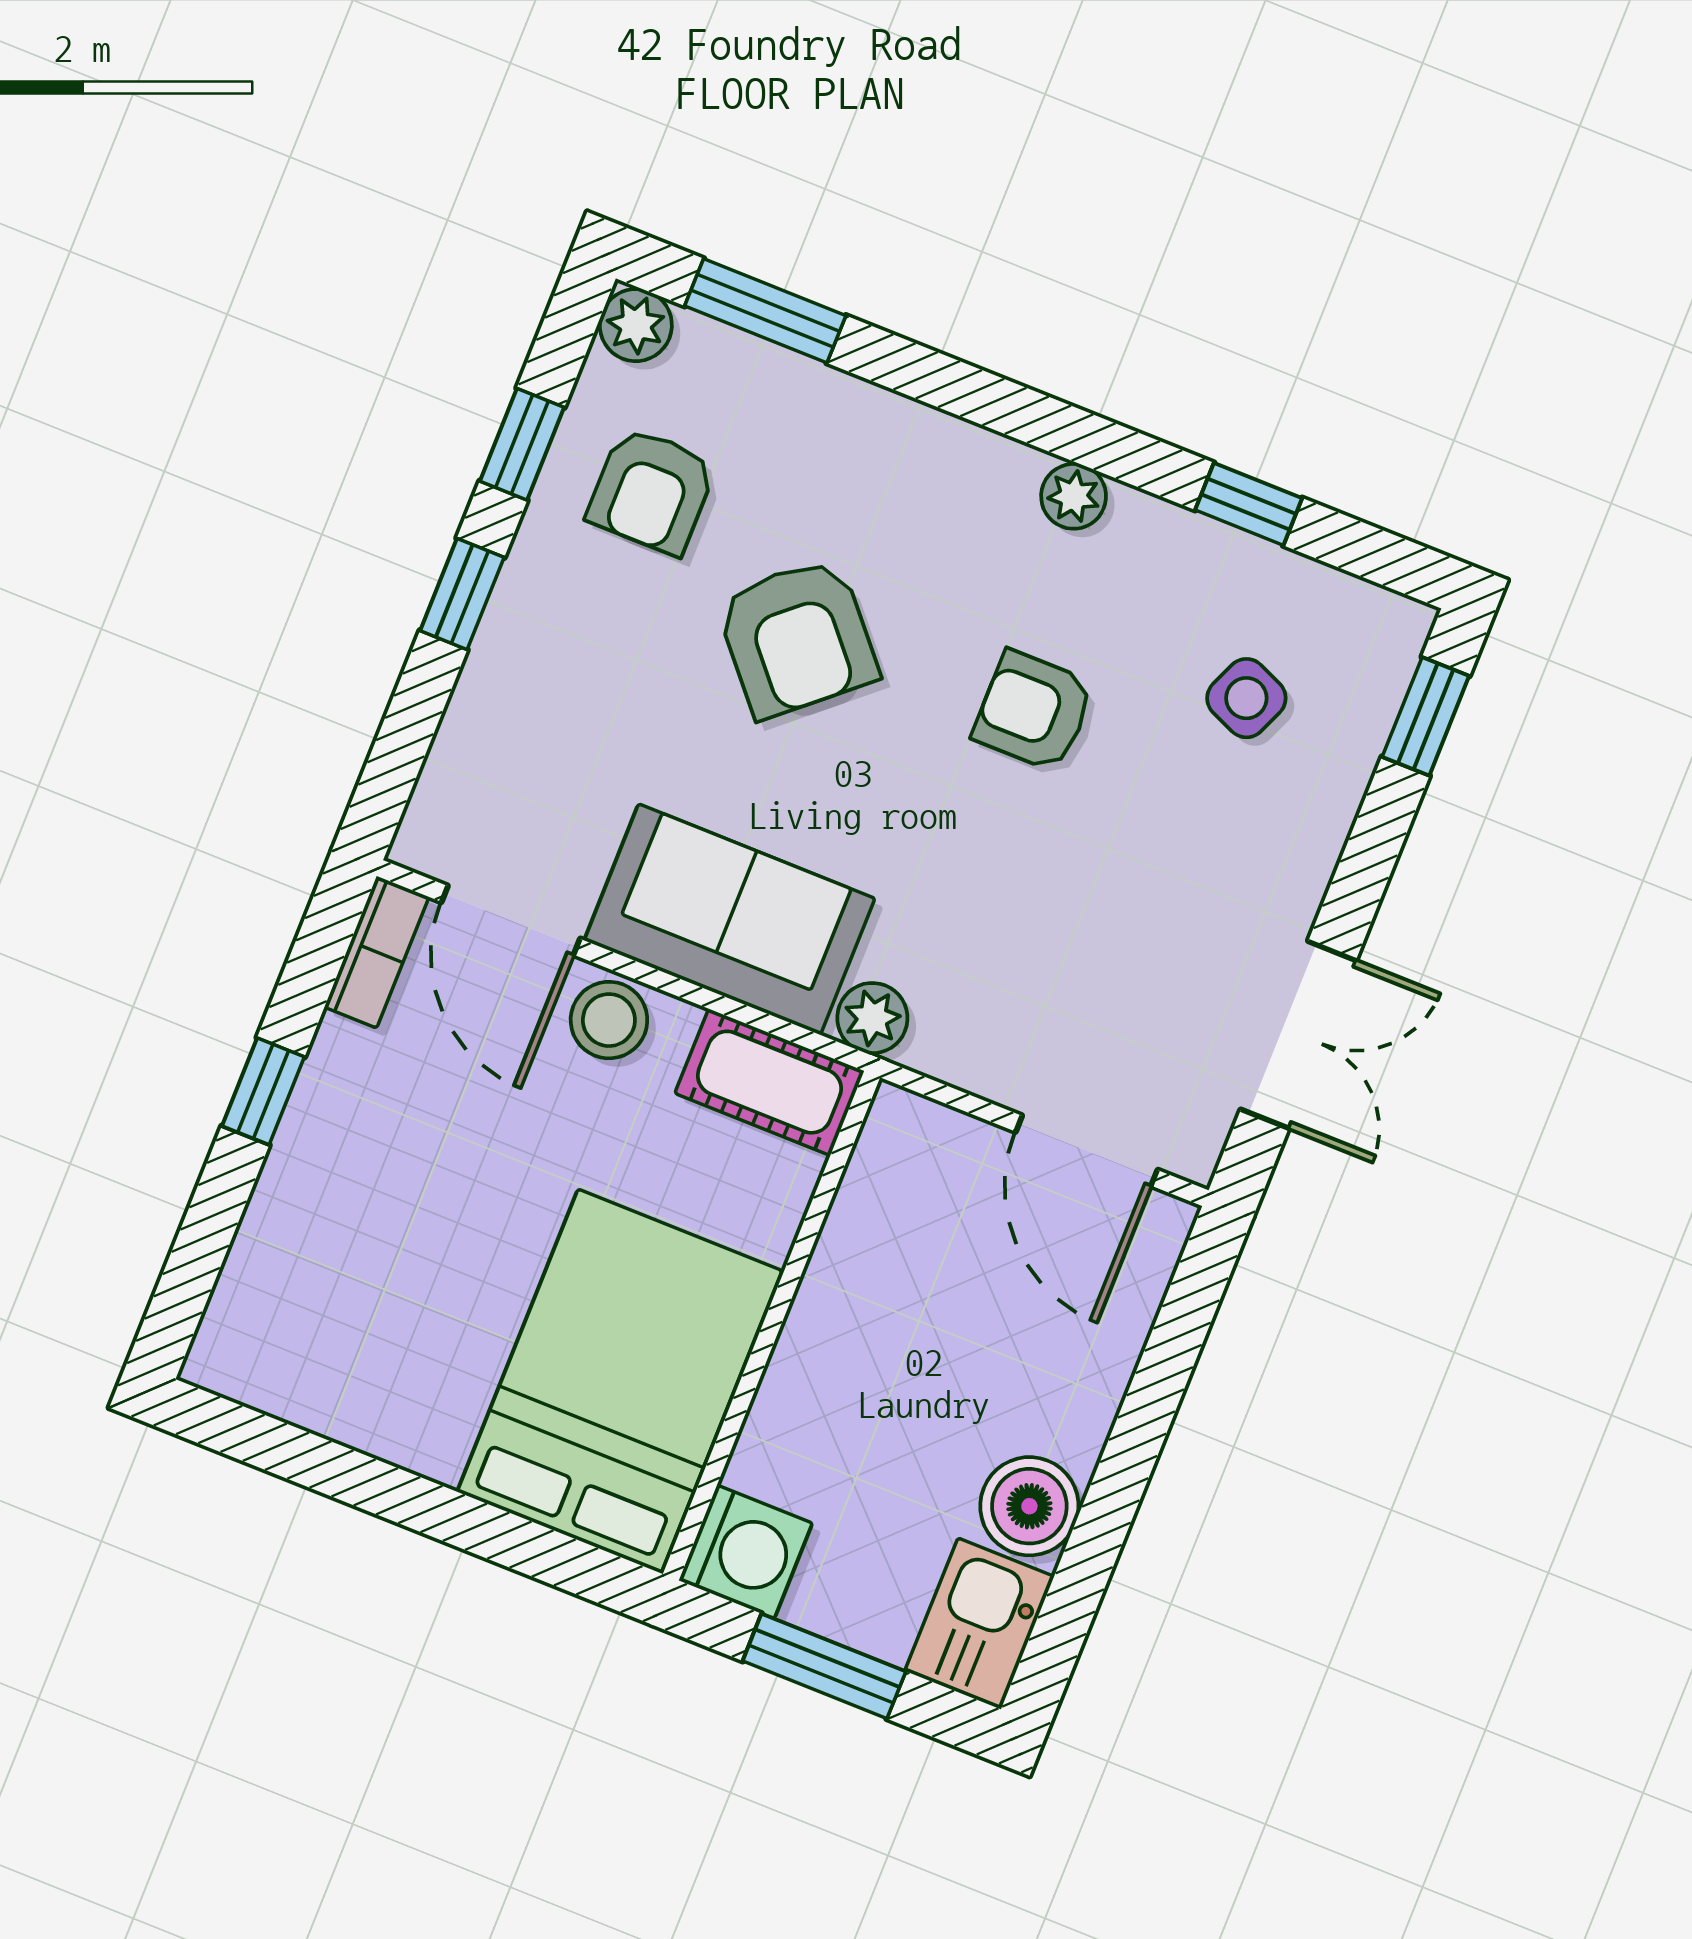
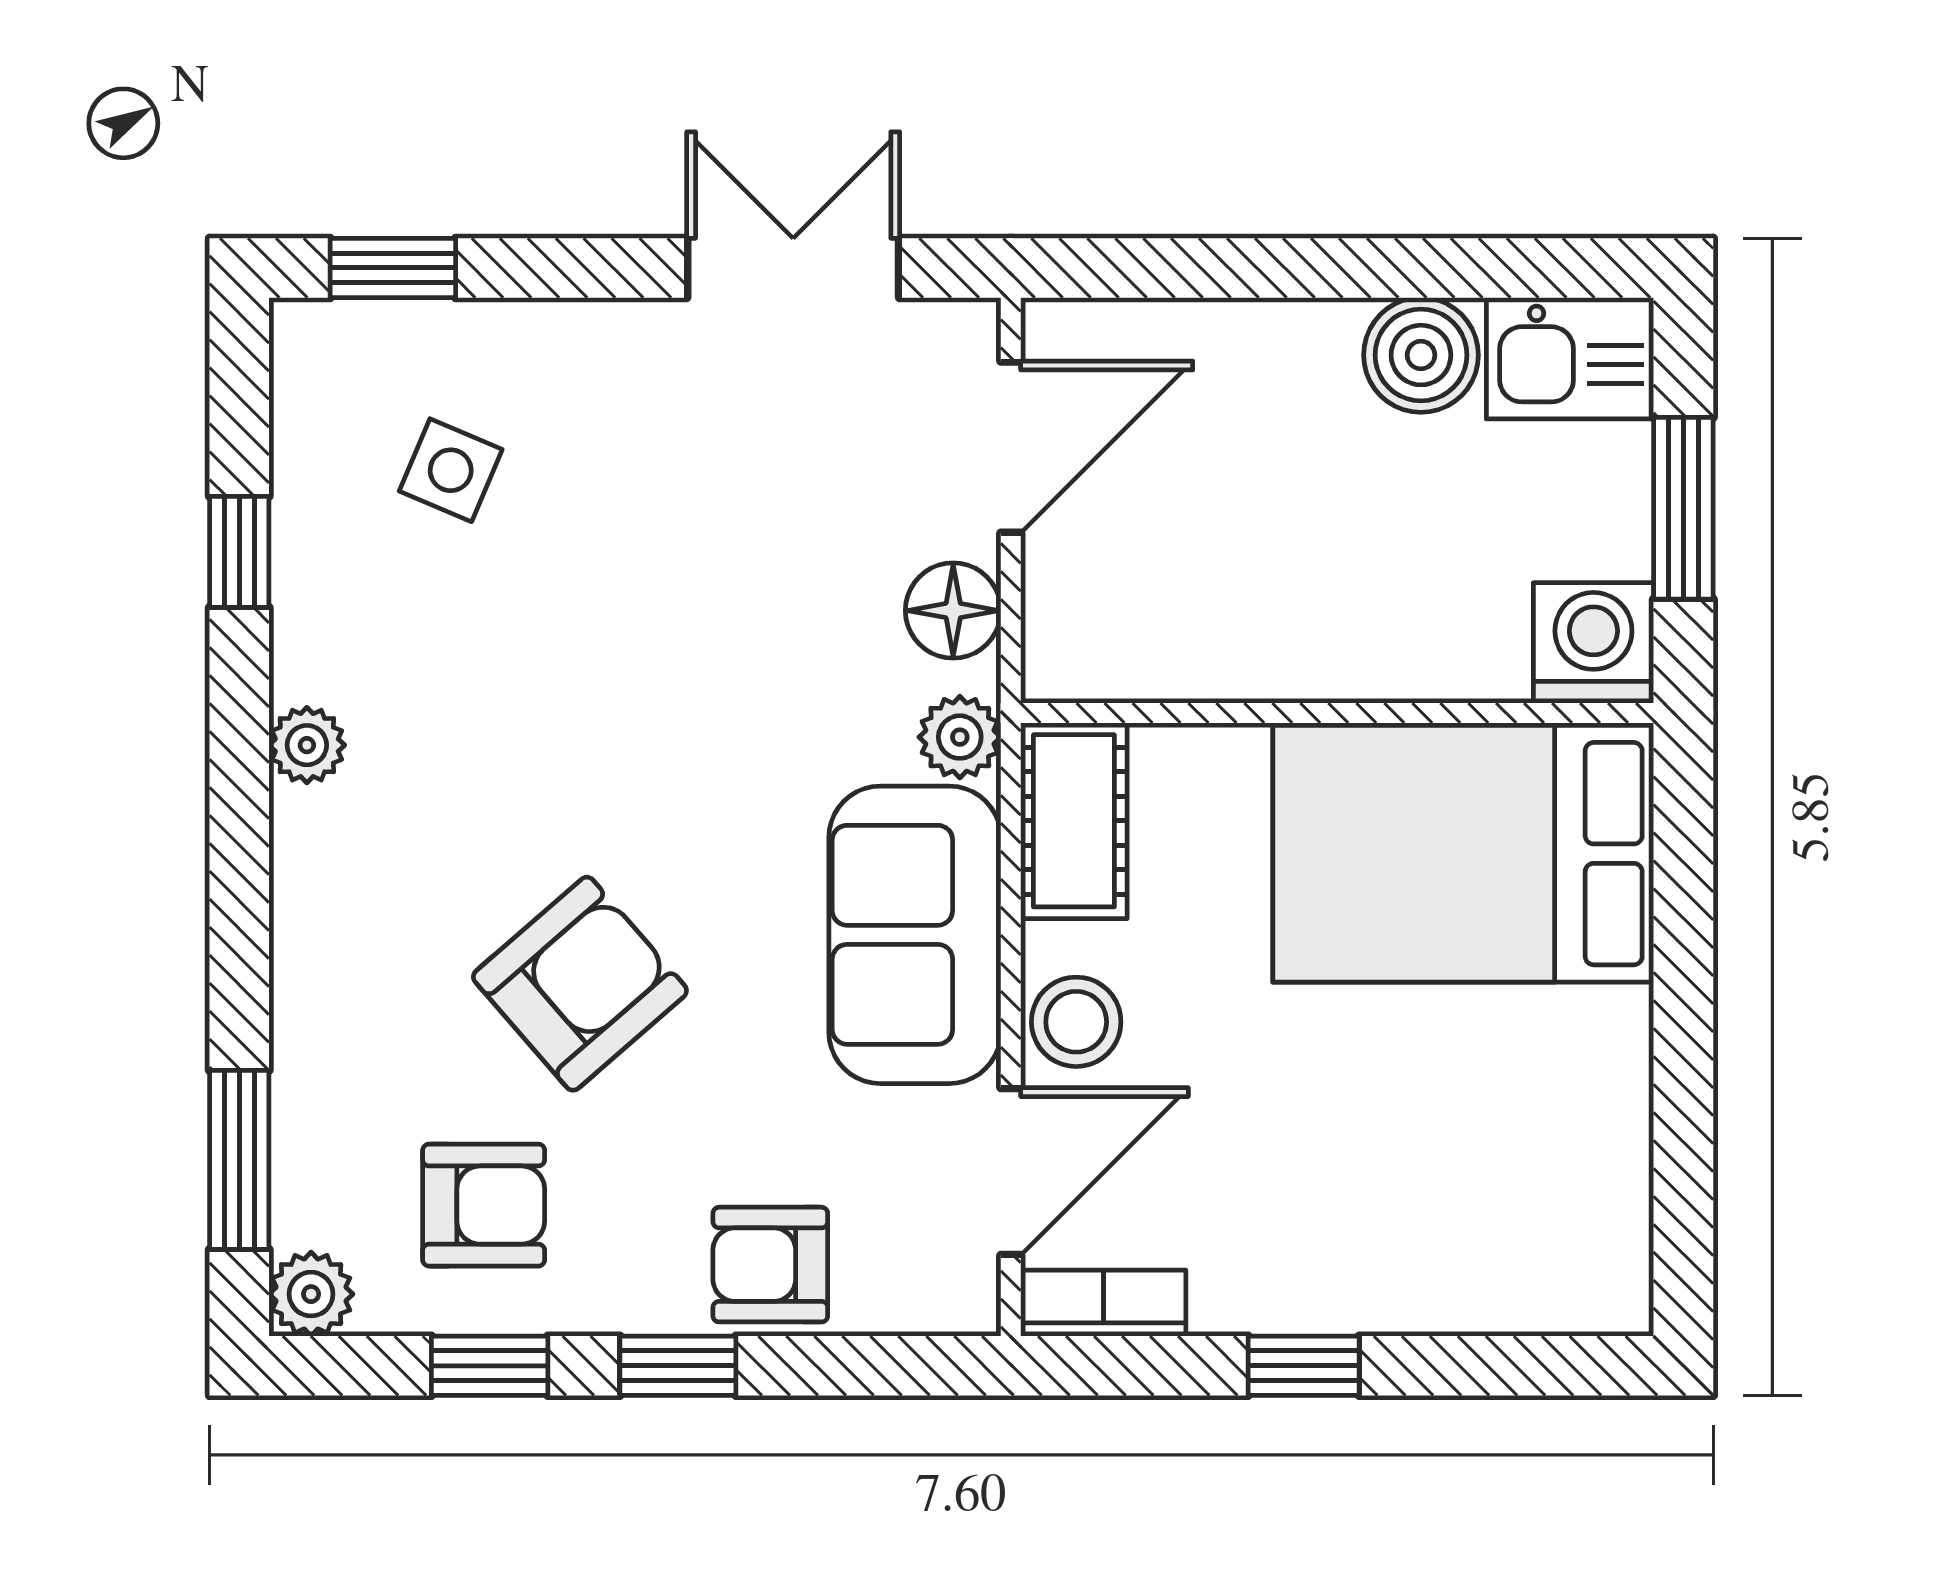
armchair: (1034, 711) -> (770, 1265), moved, turned 90
floor lamp: (975, 1053) -> (953, 611), added

